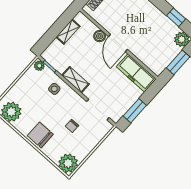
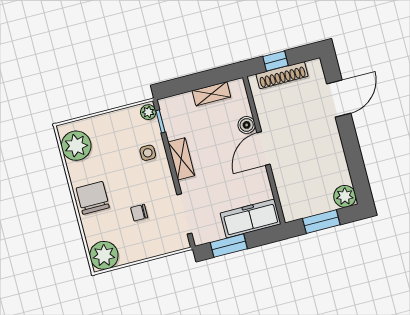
window: (176, 17) -> (356, 165), removed
freezer: (136, 73) -> (251, 219), moved, turned 90

